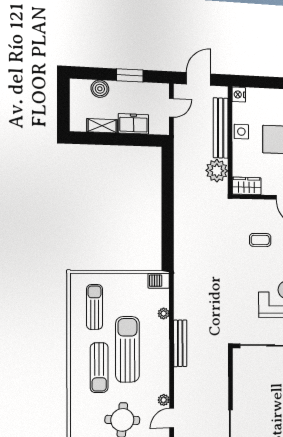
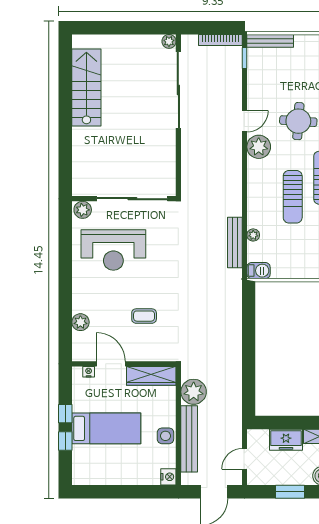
wardrobe: (247, 186) -> (151, 376), width x1.50
bench: (180, 343) -> (235, 242), moved
sun lounger: (127, 349) -> (293, 197), width x0.73, depth x0.75
plant: (164, 400) -> (259, 147), width x1.88, depth x1.88

